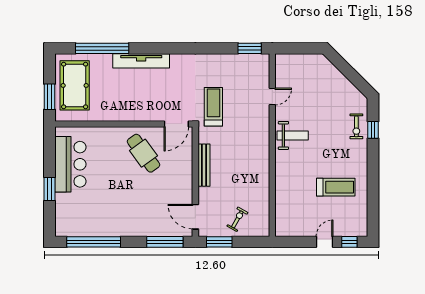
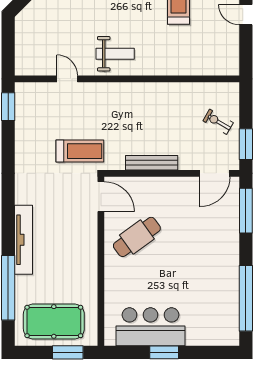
treadmill: (213, 107) -> (80, 151), turned 180
weight bench: (293, 135) -> (115, 54), turned 90
window: (50, 189) -> (164, 352), moved

